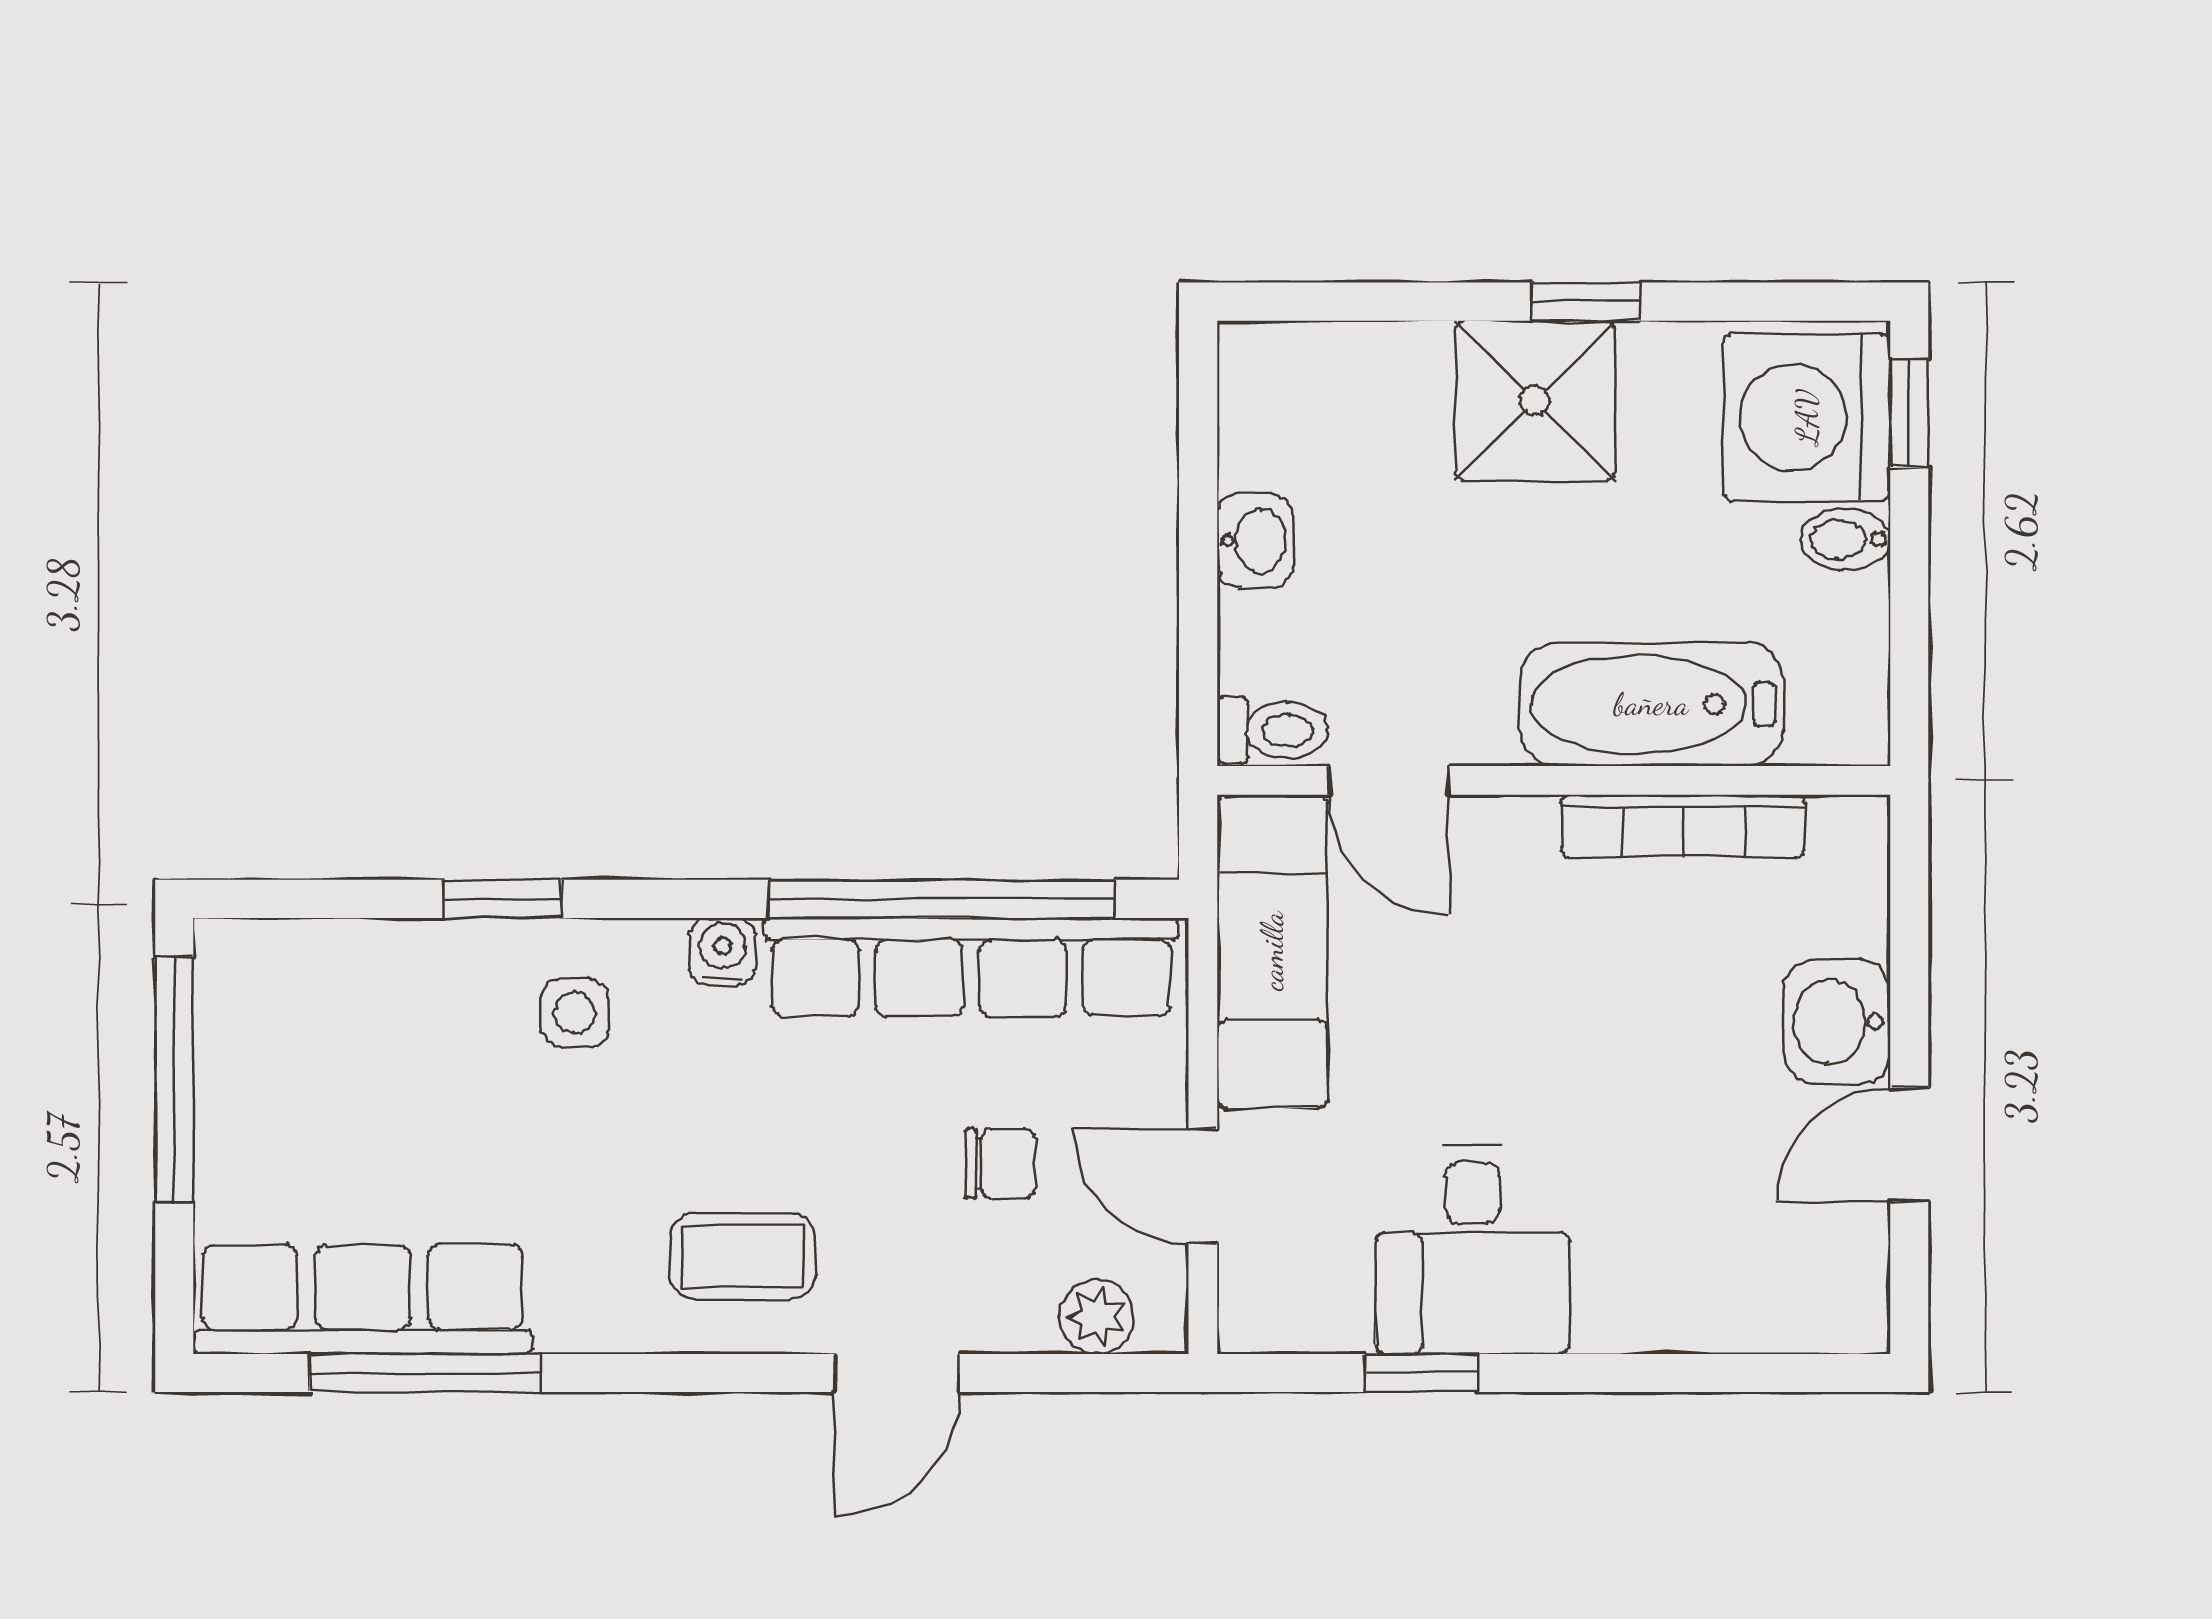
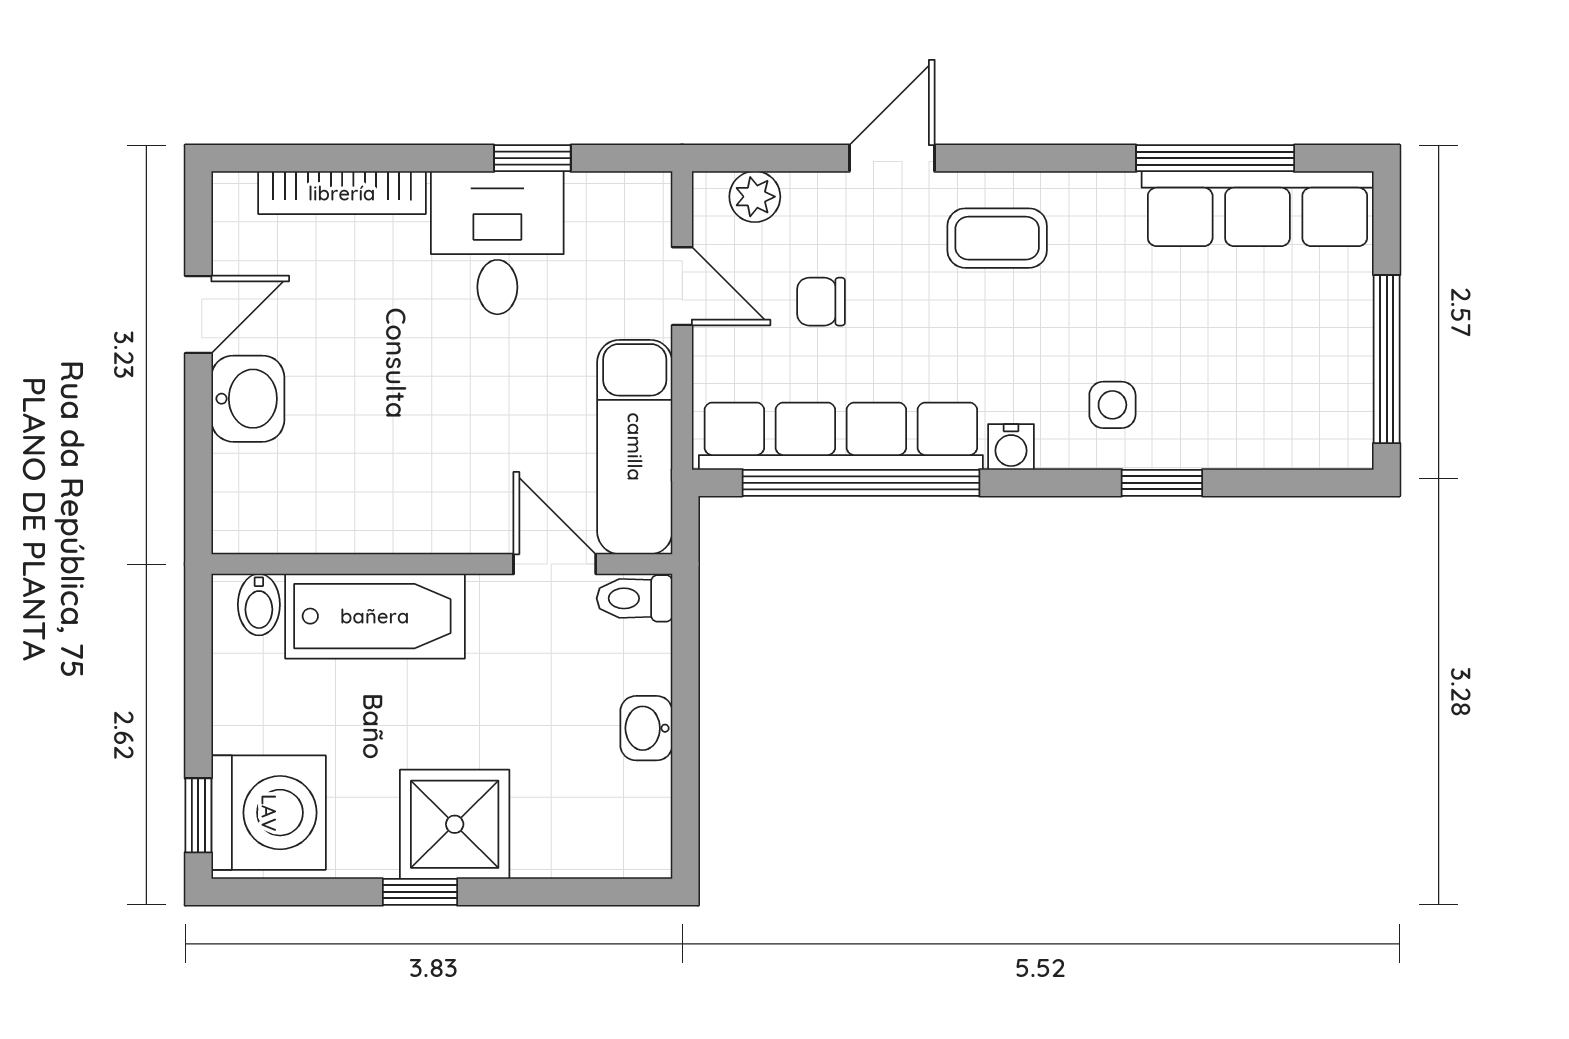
bidet: (1845, 539) -> (259, 605), moved, turned 90
bookcase: (1683, 826) -> (342, 193), moved, turned 180

